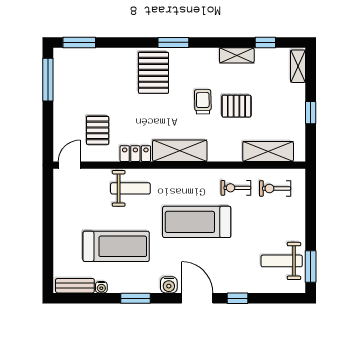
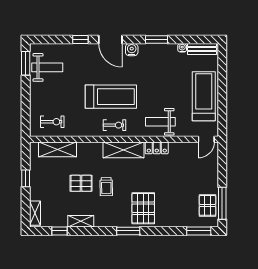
pallet: (98, 130) -> (207, 205), moved
exercise bike: (236, 188) -> (115, 125), moved
treadmill: (116, 246) -> (204, 96), moved, turned 90

